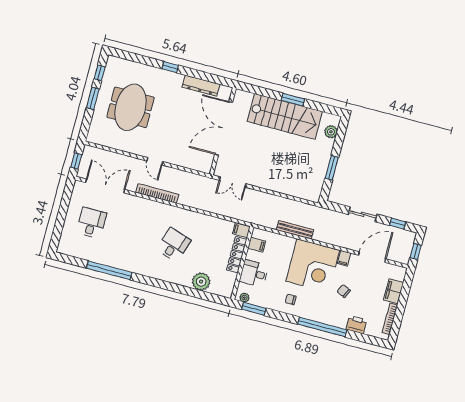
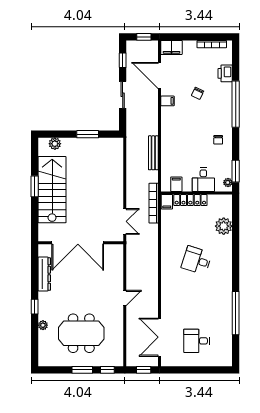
plant: (149, 70) -> (43, 325), added
window: (100, 73) -> (107, 370), moved
bookcase: (157, 193) -> (154, 203), moved
corner desk: (313, 266) -> (182, 128), removed
filing cabinet: (394, 291) -> (172, 47), moved

